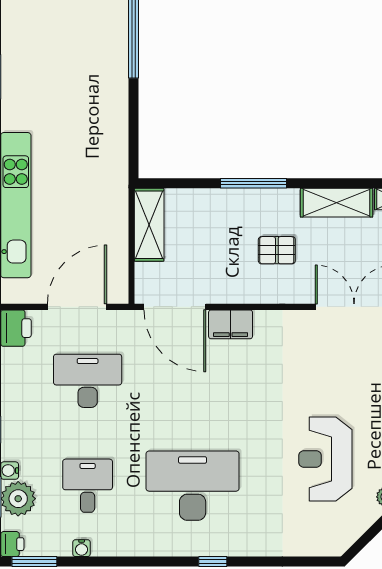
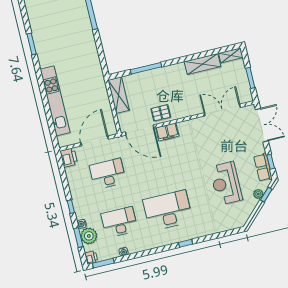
window: (254, 183) -> (146, 68), moved
pallet: (277, 250) -> (161, 113), moved
desk: (88, 486) -> (119, 222), width x1.37

